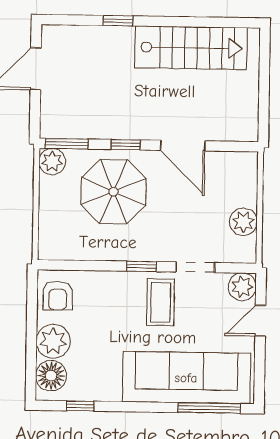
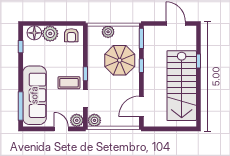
stairs: (191, 48) -> (182, 86), width x1.36, depth x1.51
door: (183, 146) -> (141, 106), moved
plant: (52, 162) -> (108, 32), moved
plant: (243, 222) -> (94, 120), moved
armchair: (58, 296) -> (71, 35), turned -90

